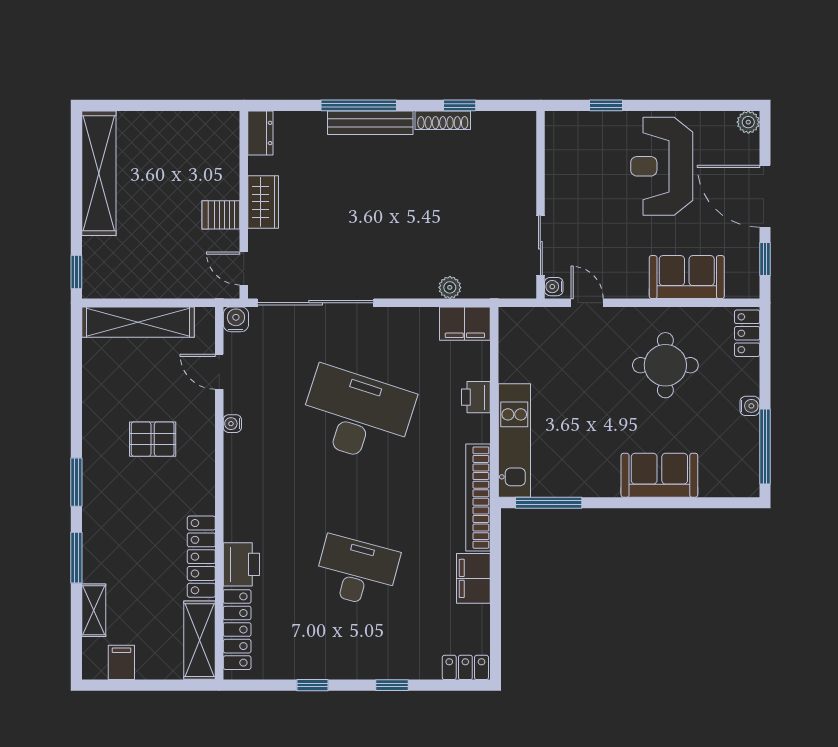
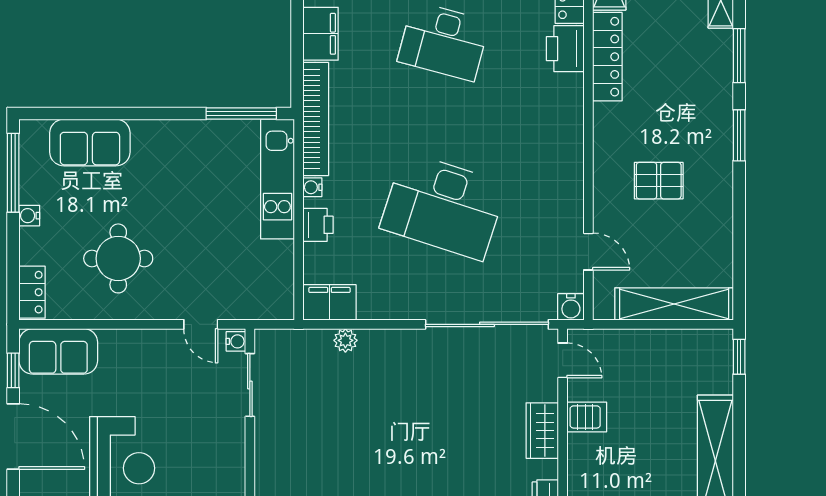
sofa: (687, 277) -> (58, 351), moved
water cooler: (232, 424) -> (312, 187), moved, turned 180
sofa: (659, 475) -> (90, 143), moved

